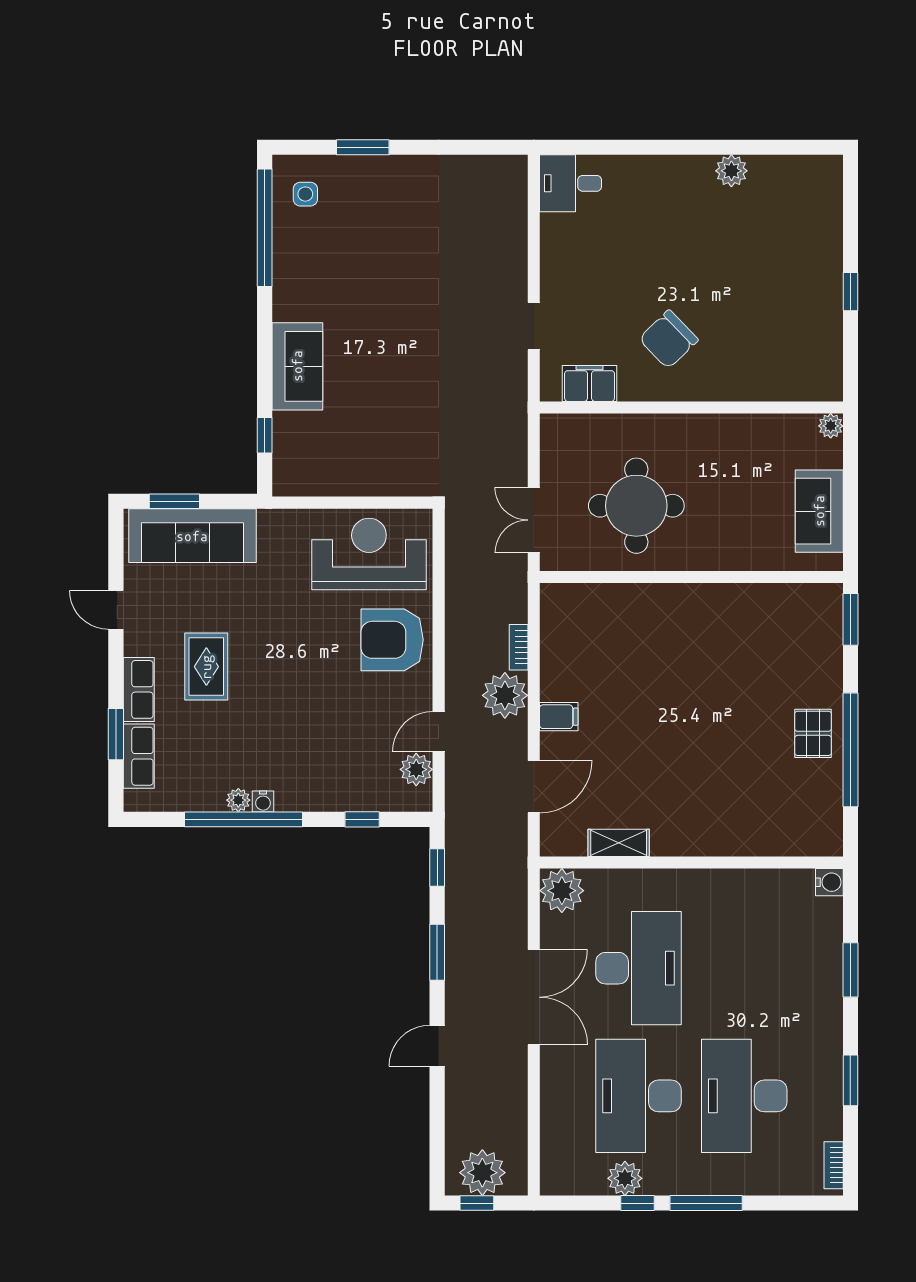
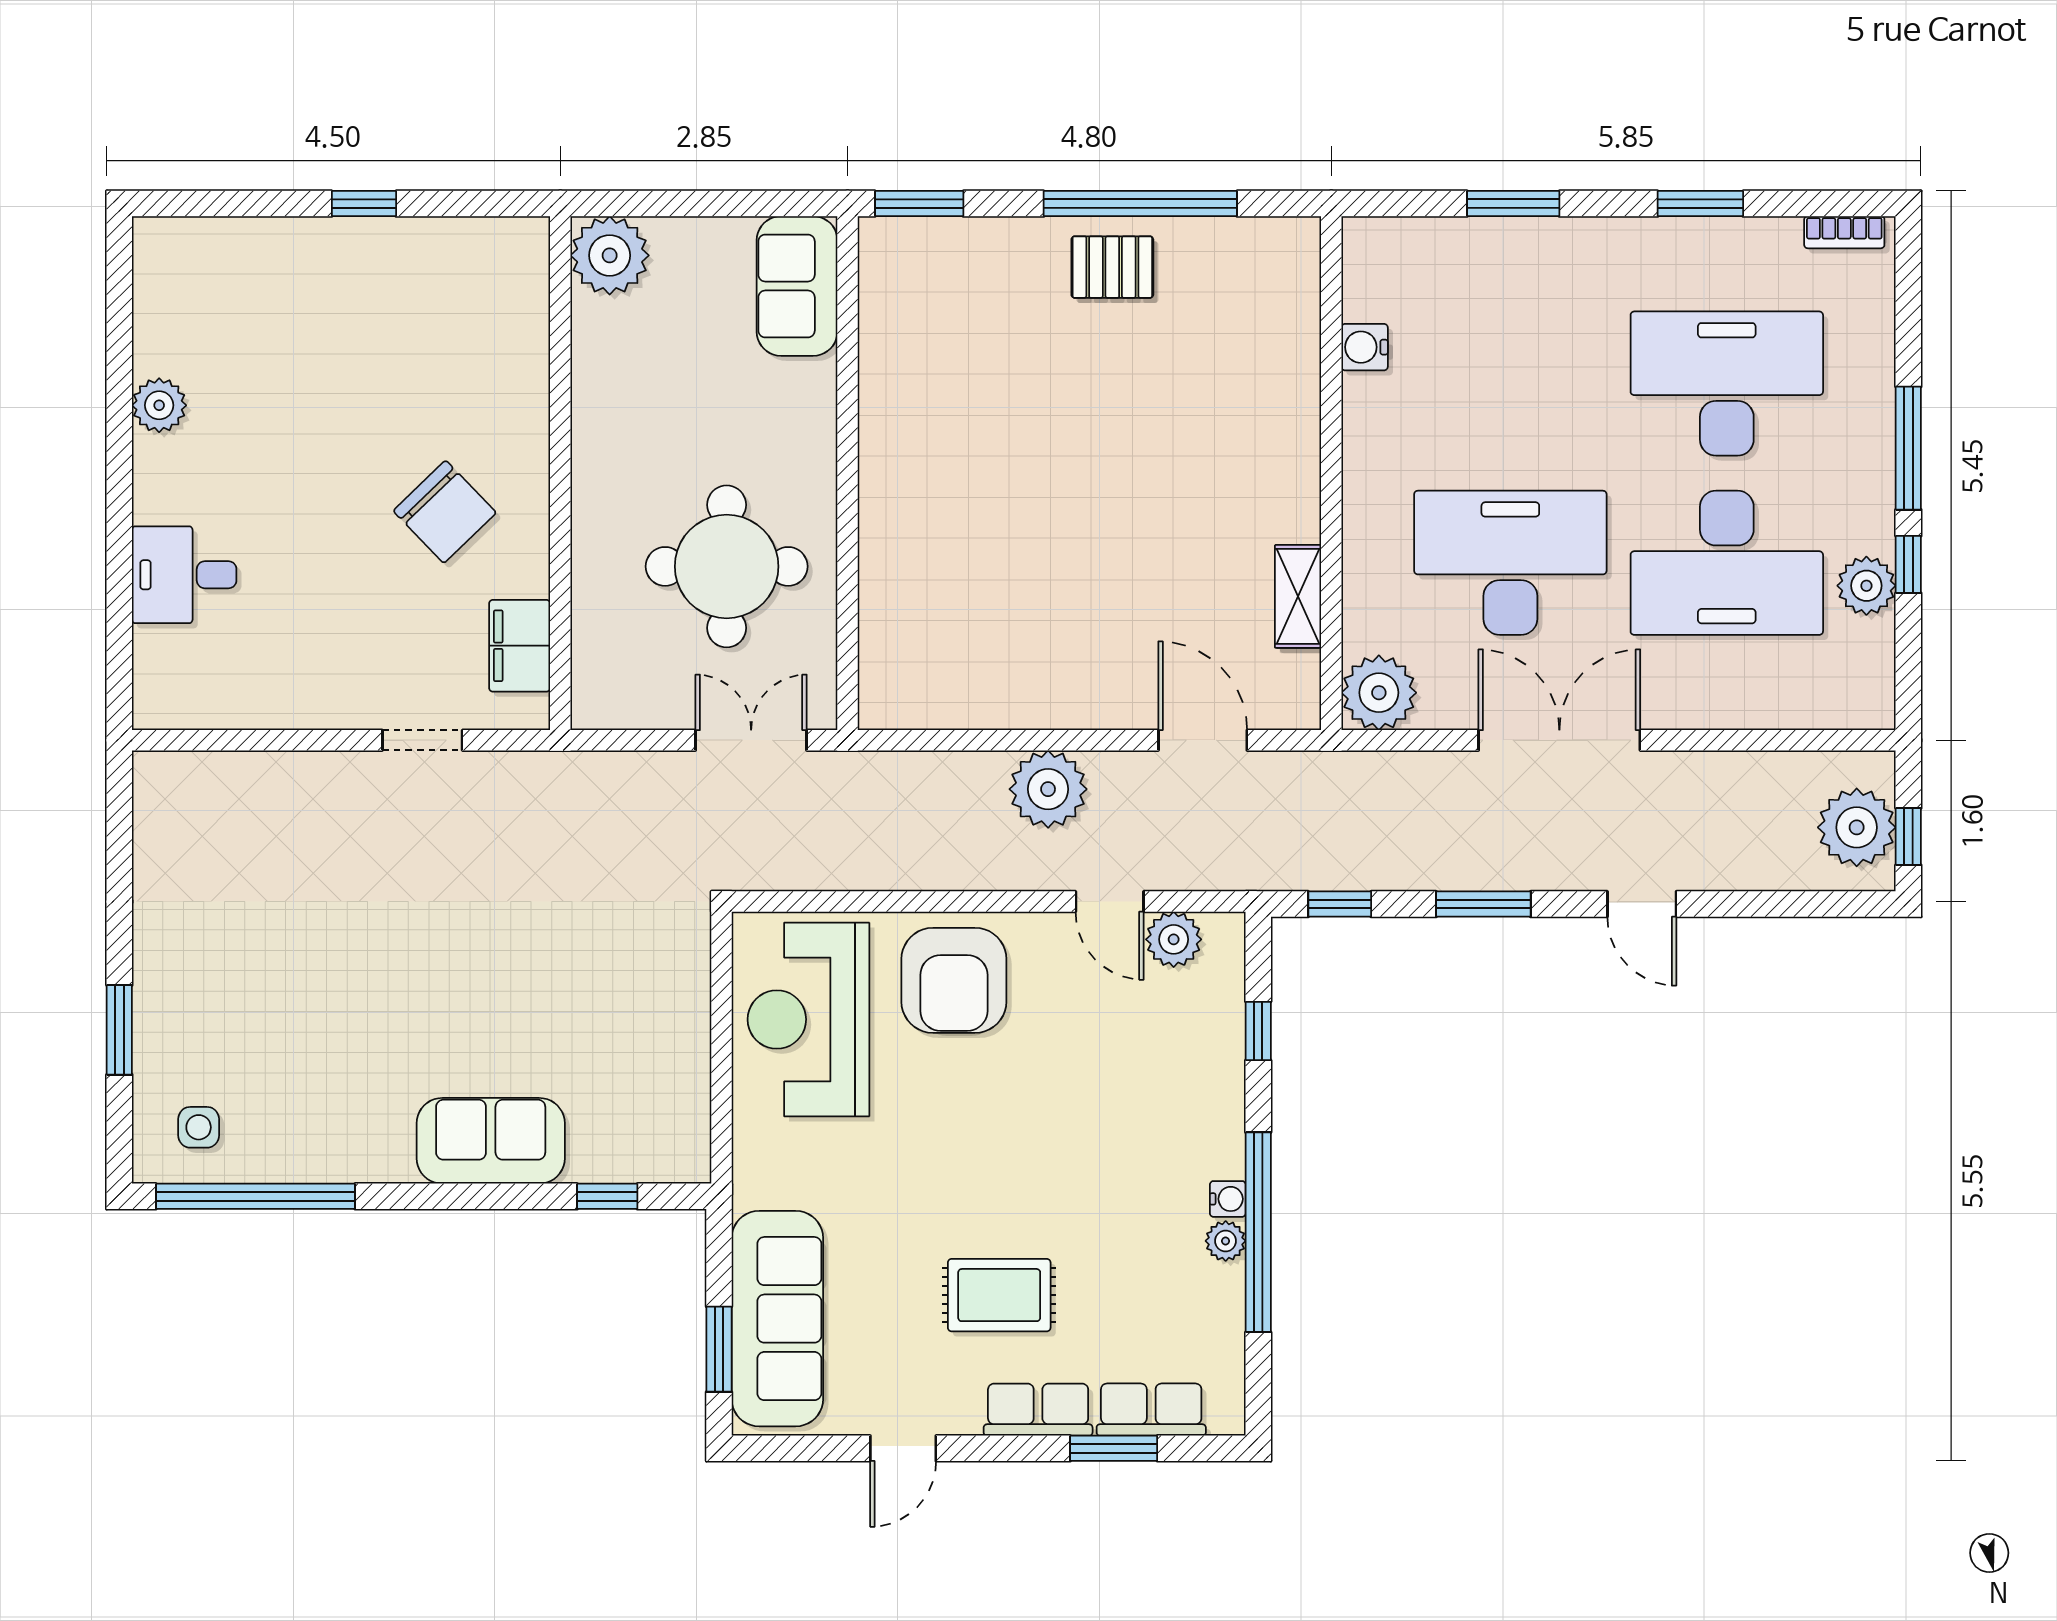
desk: (571, 183) -> (184, 575), moved, turned 90
plant: (831, 426) -> (610, 255), width x1.88, depth x1.88
sofa: (819, 511) -> (797, 286), moved, turned 90
double door: (534, 520) -> (751, 740), swing flipped
bookcase: (519, 647) -> (966, 766), removed
filing cabinet: (559, 717) -> (1084, 698), removed
water cooler: (829, 882) -> (1365, 347), moved, turned -90
desk: (744, 1096) -> (1727, 384), turned 180

